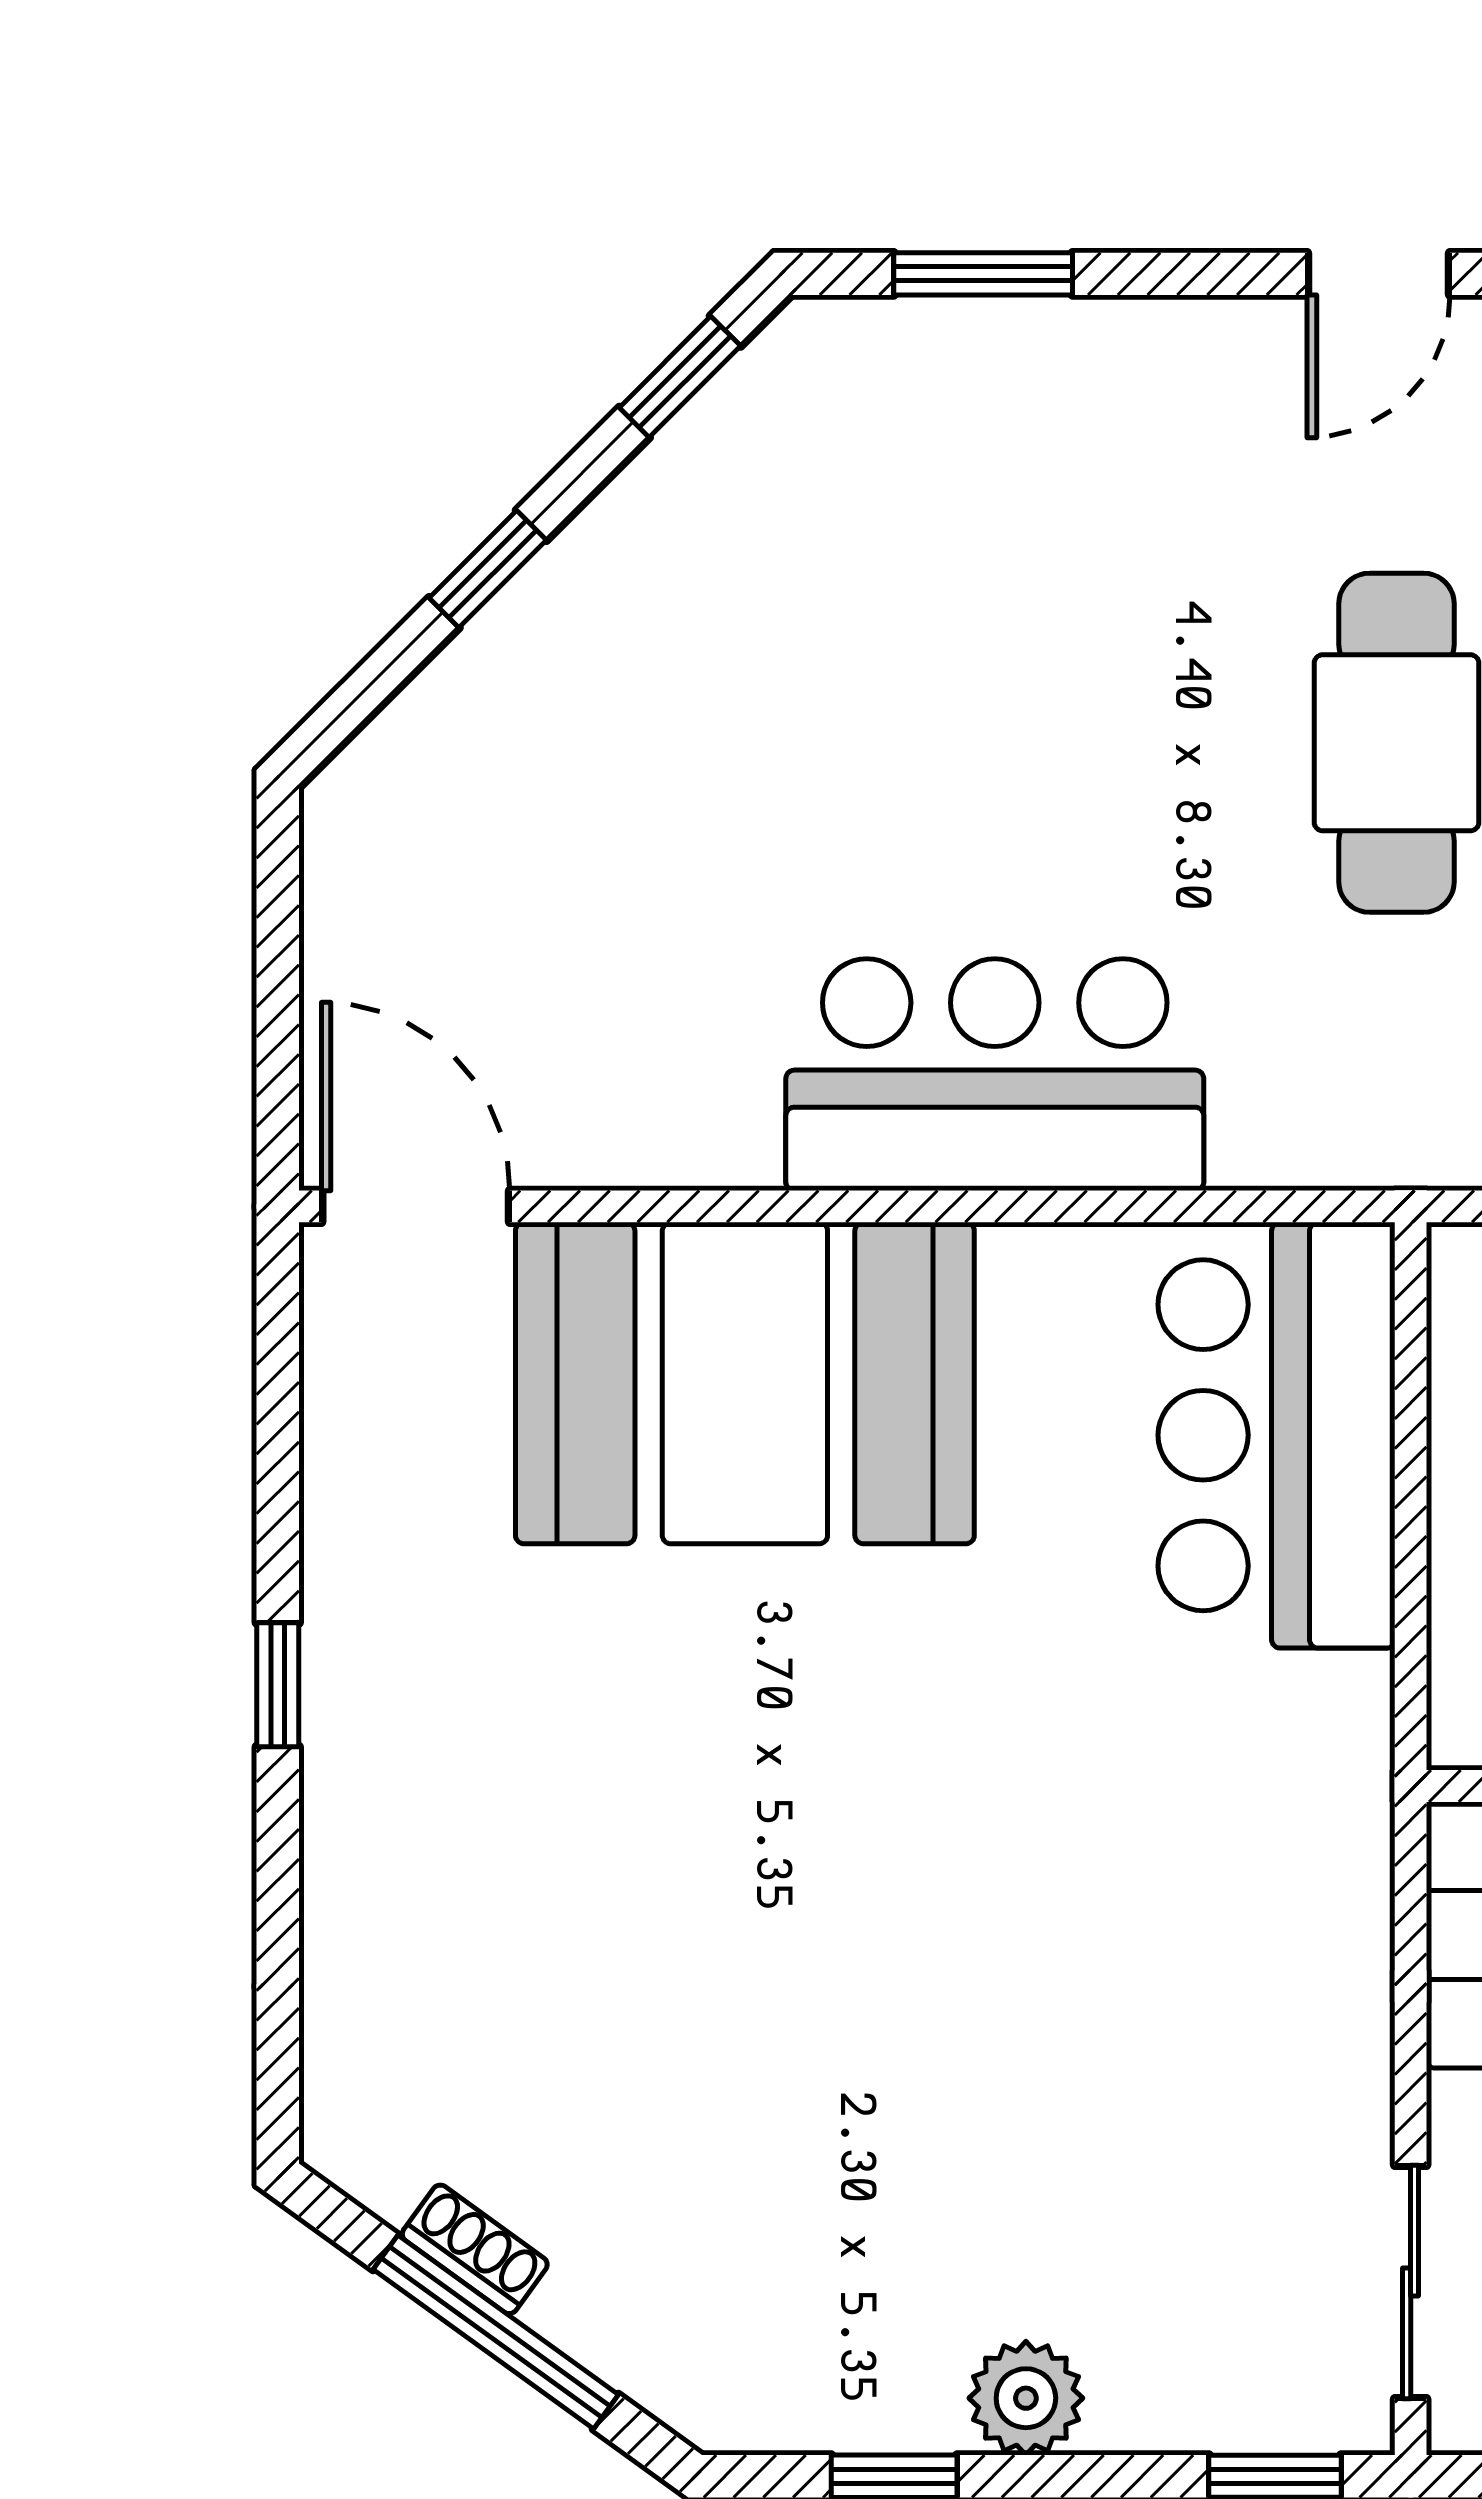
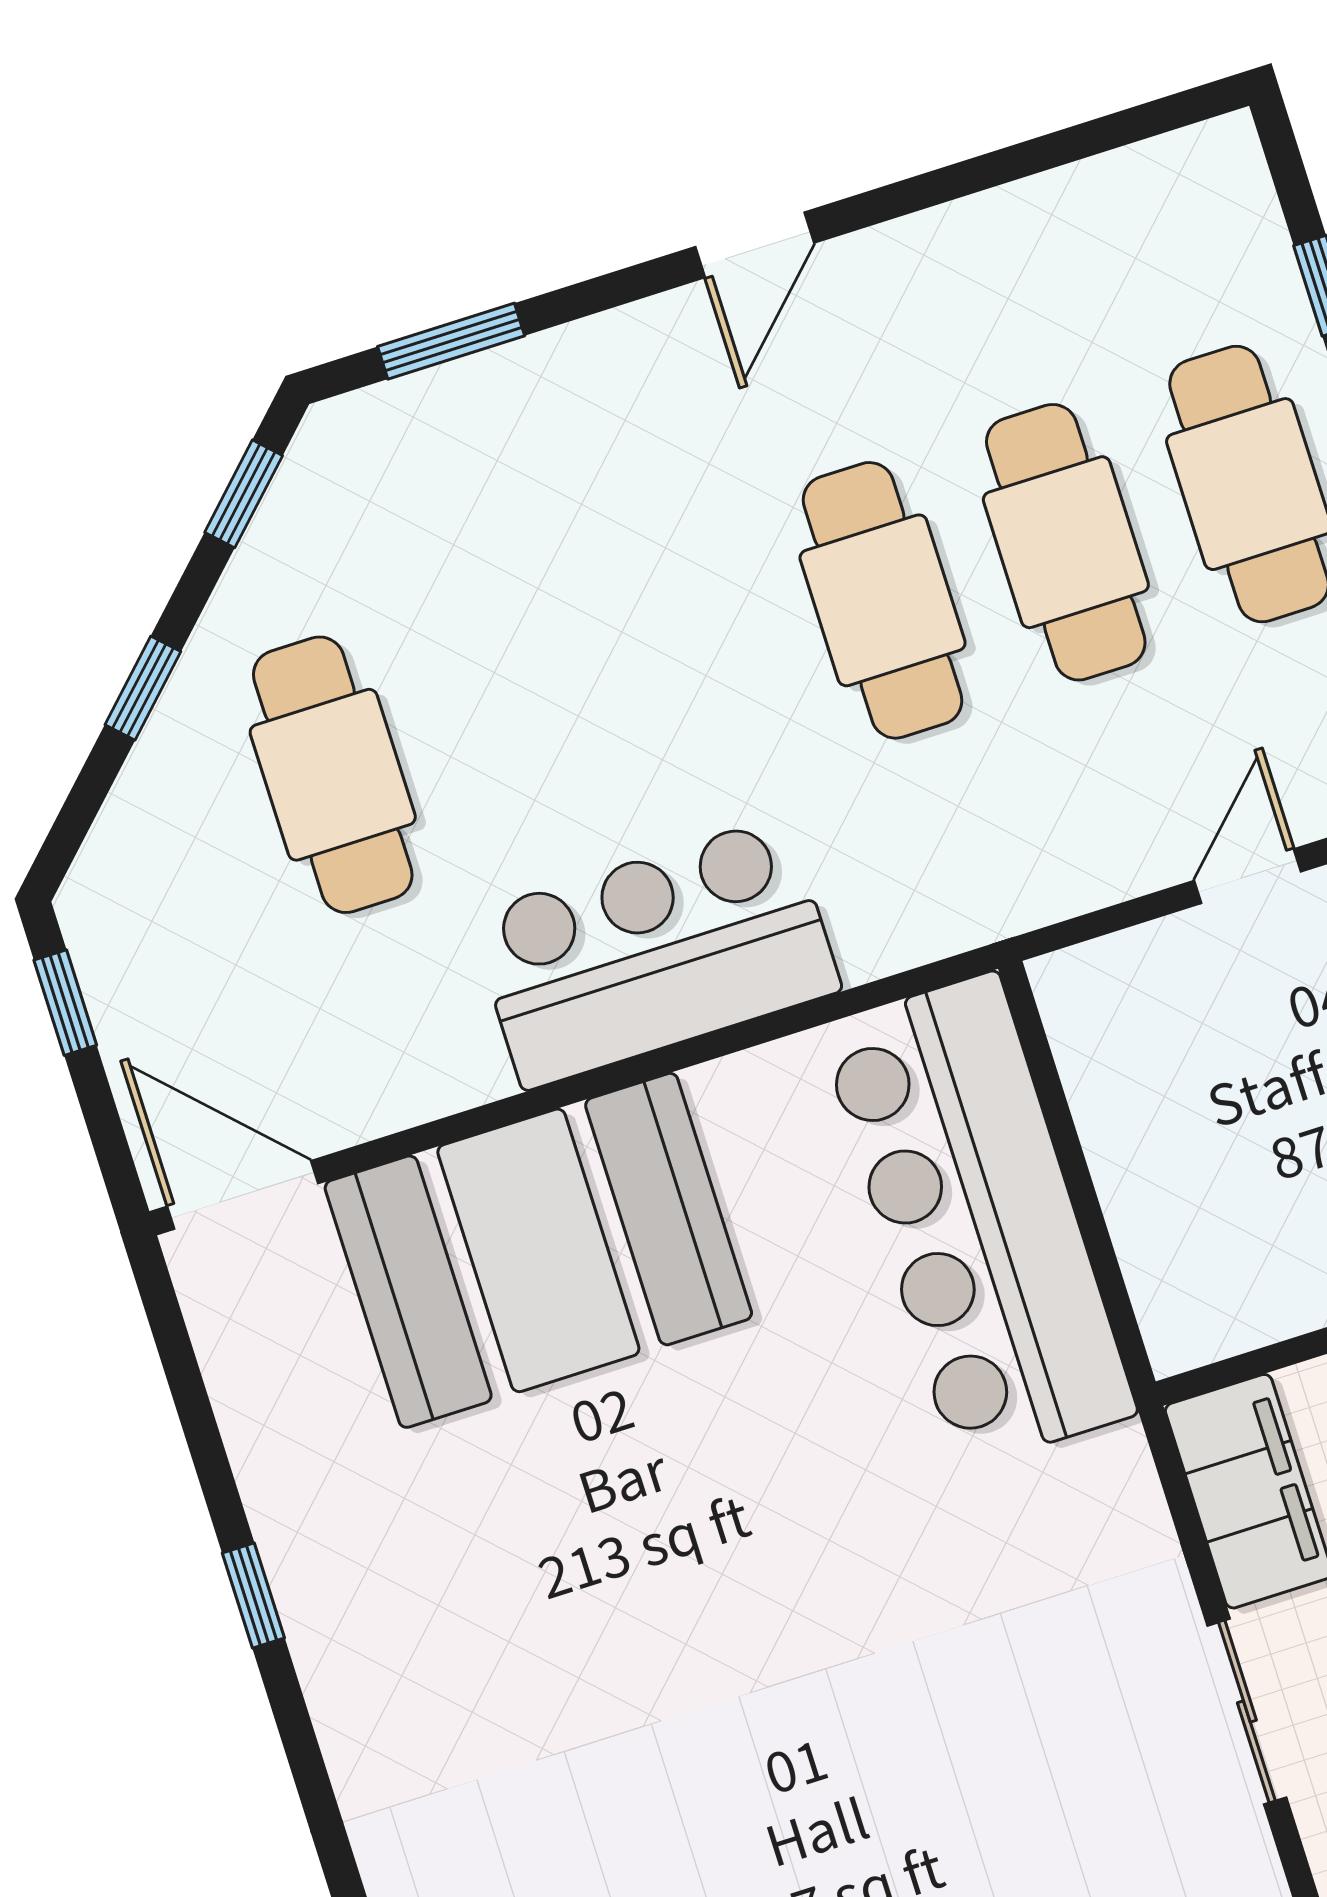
cafe table: (680, 743) -> (333, 775), added
window: (278, 912) -> (65, 1003), added
bar counter: (1276, 1435) -> (978, 1220), width x1.36
sliding door: (1411, 2282) -> (1247, 1711), moved

